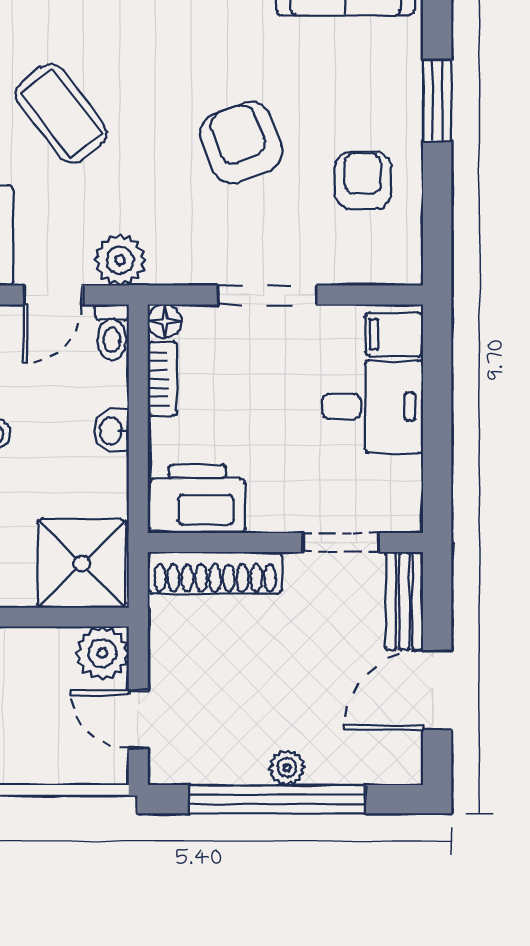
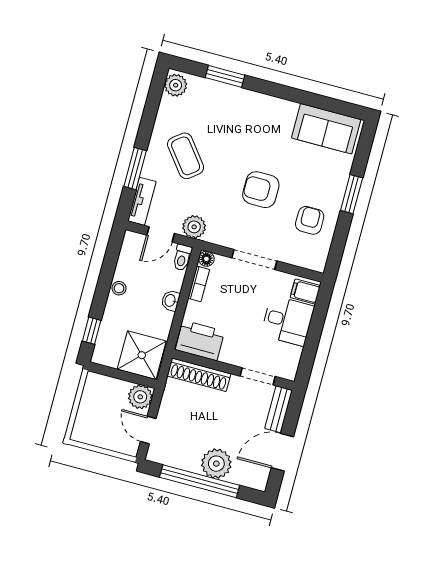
armchair: (241, 142) -> (261, 190), turned -69
plant: (287, 768) -> (216, 464), width x1.87, depth x1.87

